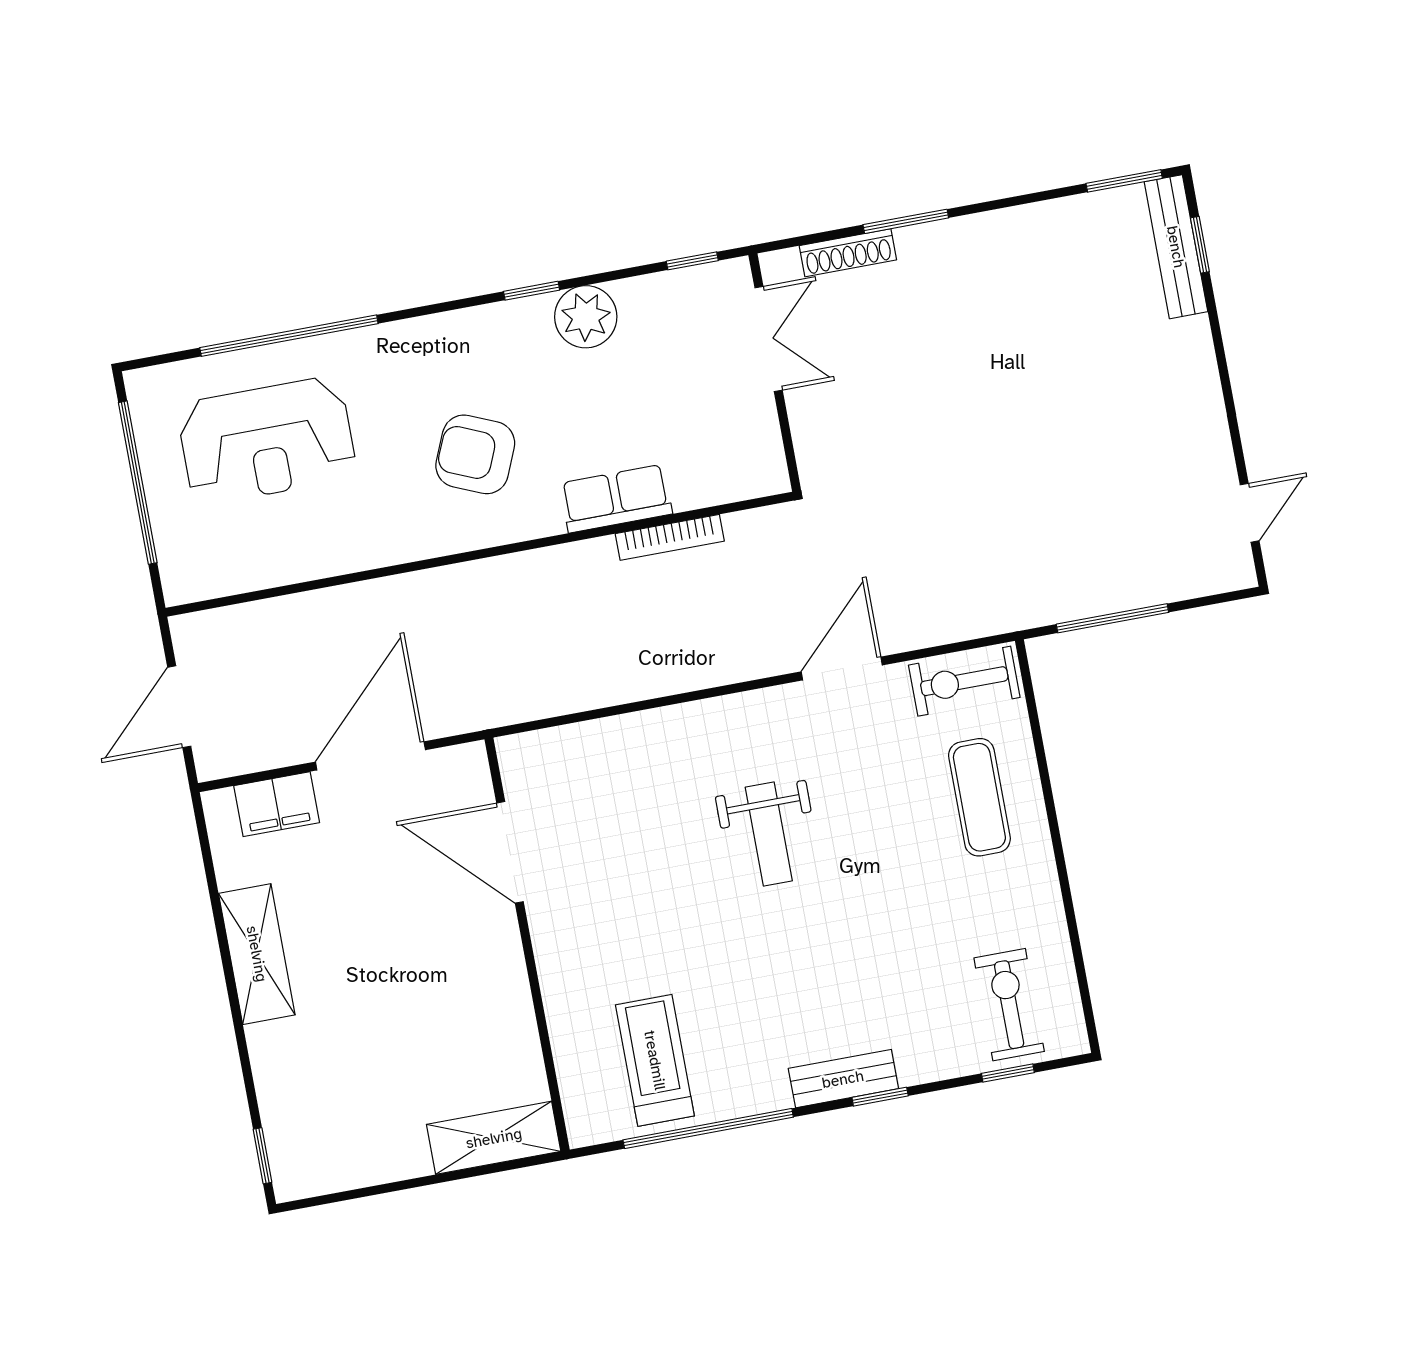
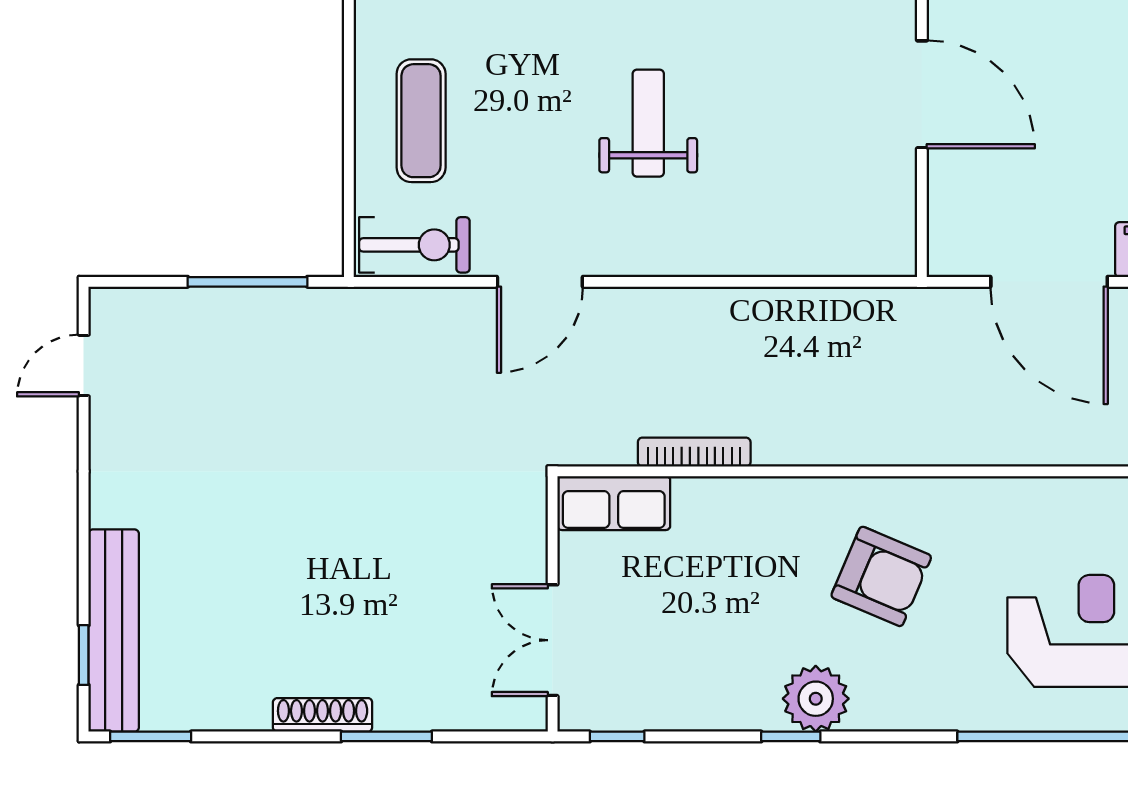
bench: (1176, 247) -> (114, 631), width x1.37, depth x1.21
shoe rack: (848, 253) -> (323, 715), moved
plant: (586, 317) -> (816, 699), moved
row of seats: (616, 499) -> (614, 503), moved
door: (370, 756) -> (1049, 282), hinge flipped
door: (510, 852) -> (922, 94), moved

